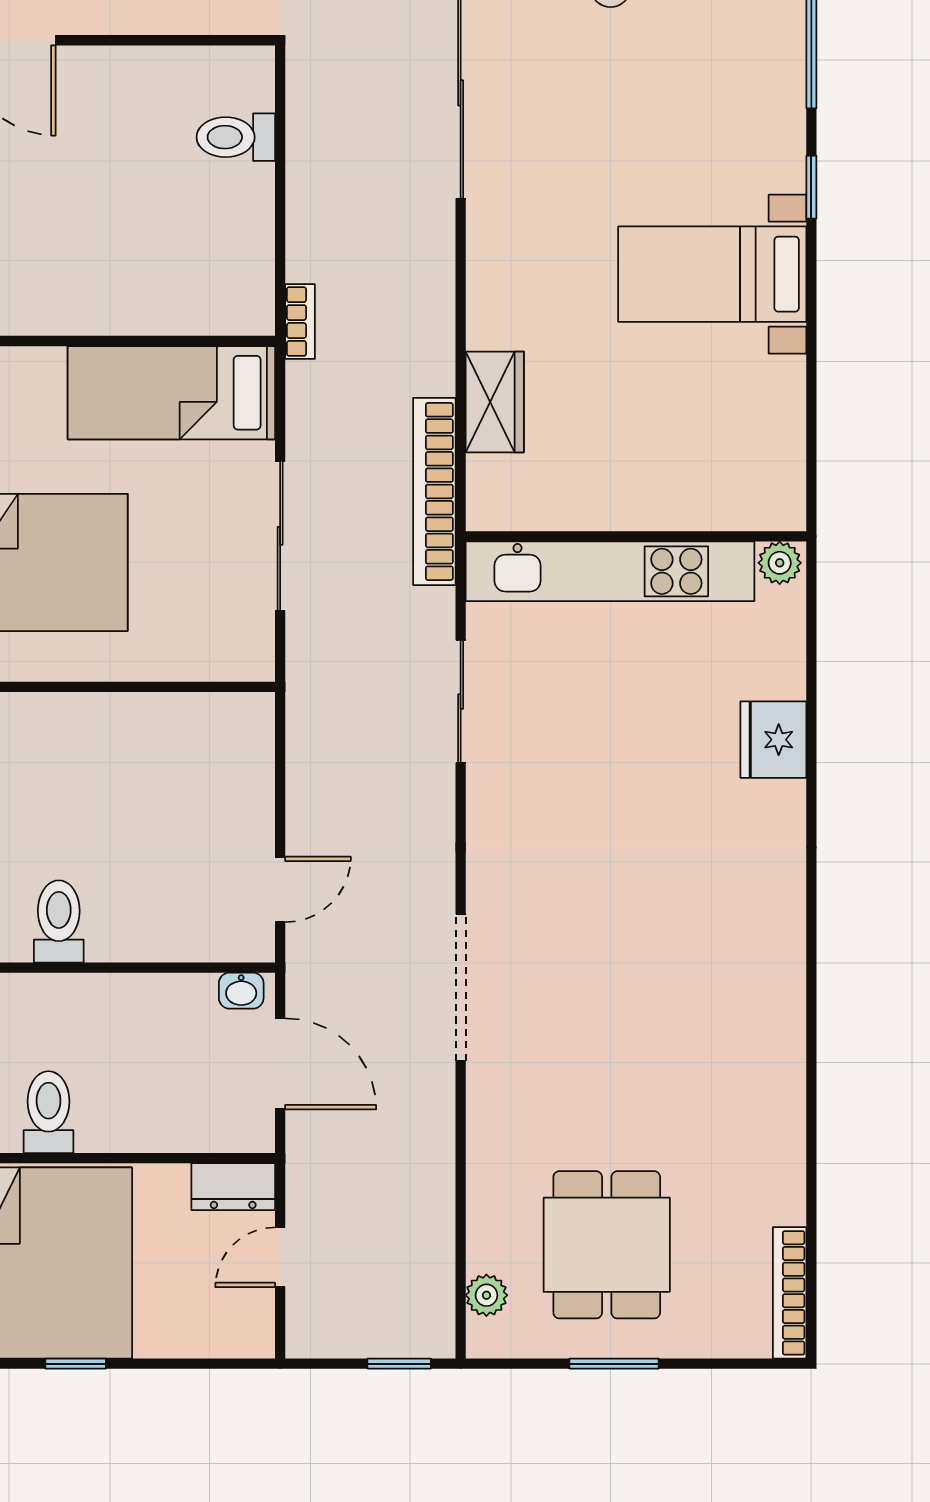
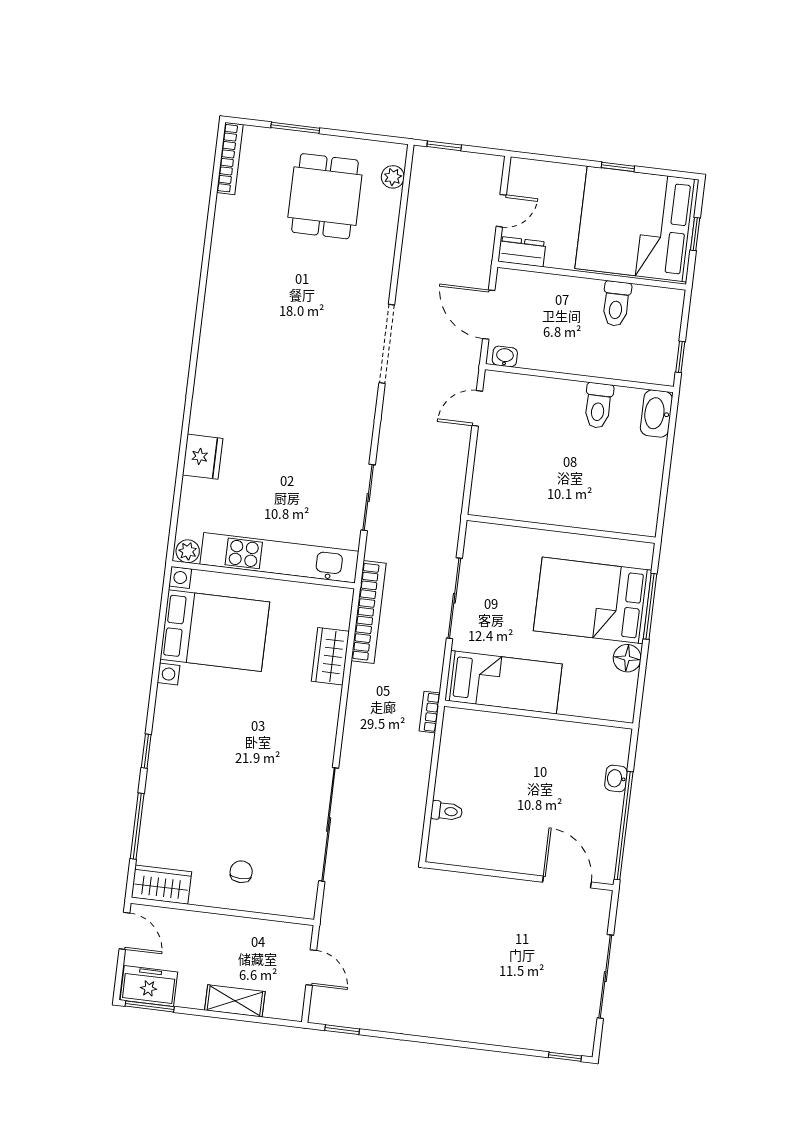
toilet: (236, 137) -> (447, 811), width x0.73, depth x0.72
bed with nightstands: (712, 274) -> (215, 631), moved, width x1.36
window: (614, 1364) -> (295, 128), moved

